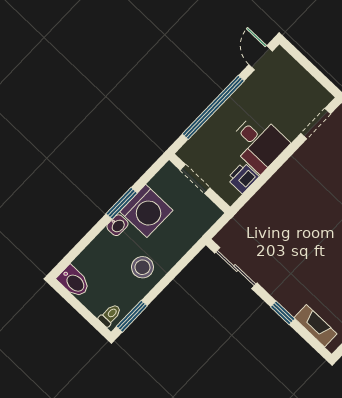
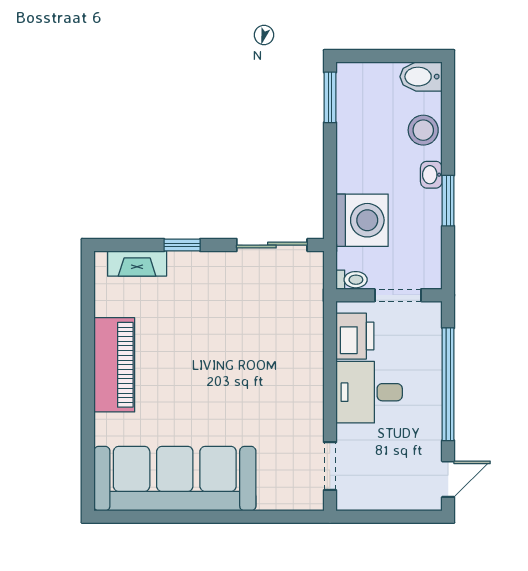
door: (261, 58) -> (448, 479), hinge flipped
printer: (243, 178) -> (355, 336), width x1.36, depth x1.24
washing machine: (146, 211) -> (362, 220), moved, turned 180
stool: (142, 267) -> (423, 130), moved
toilet: (110, 315) -> (352, 280), moved, turned -90

